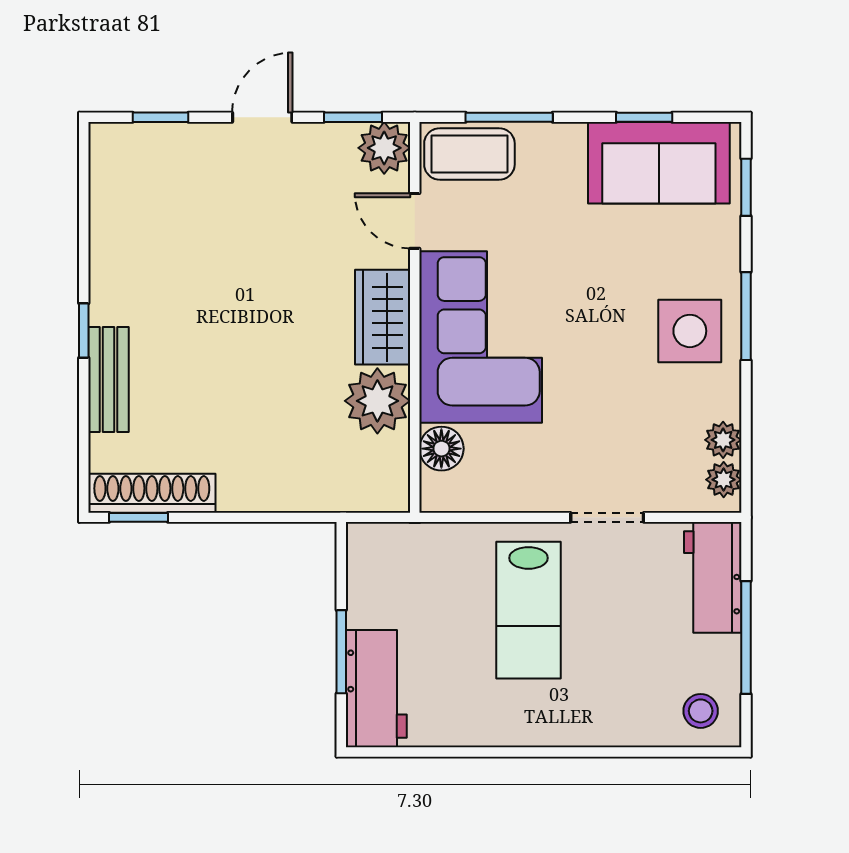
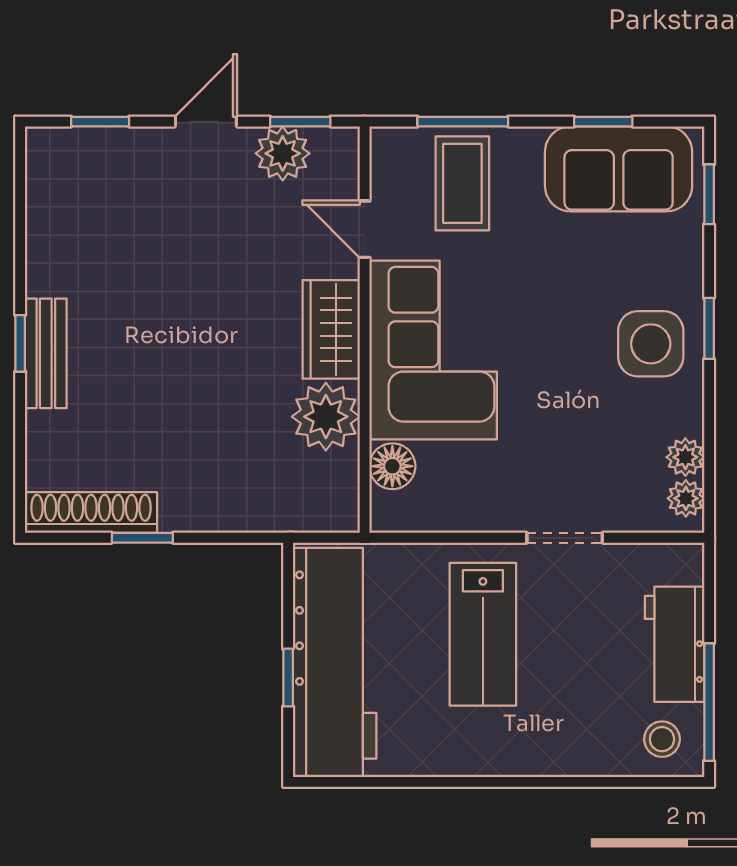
plant: (384, 148) -> (283, 153), moved
coffee table: (469, 154) -> (462, 183), moved, turned 90
window: (746, 316) -> (709, 328), width x0.67
bench: (108, 379) -> (46, 353), moved
window: (139, 517) -> (142, 538), moved
workbench: (713, 578) -> (675, 644), moved
window: (746, 638) -> (709, 702), moved
window: (341, 652) -> (288, 678), width x0.67
workbench: (376, 689) -> (335, 662), width x1.88, depth x1.32

